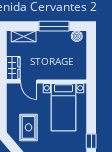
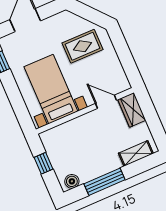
window: (91, 57) -> (44, 163), added
rug: (28, 127) -> (82, 46), turned 90

